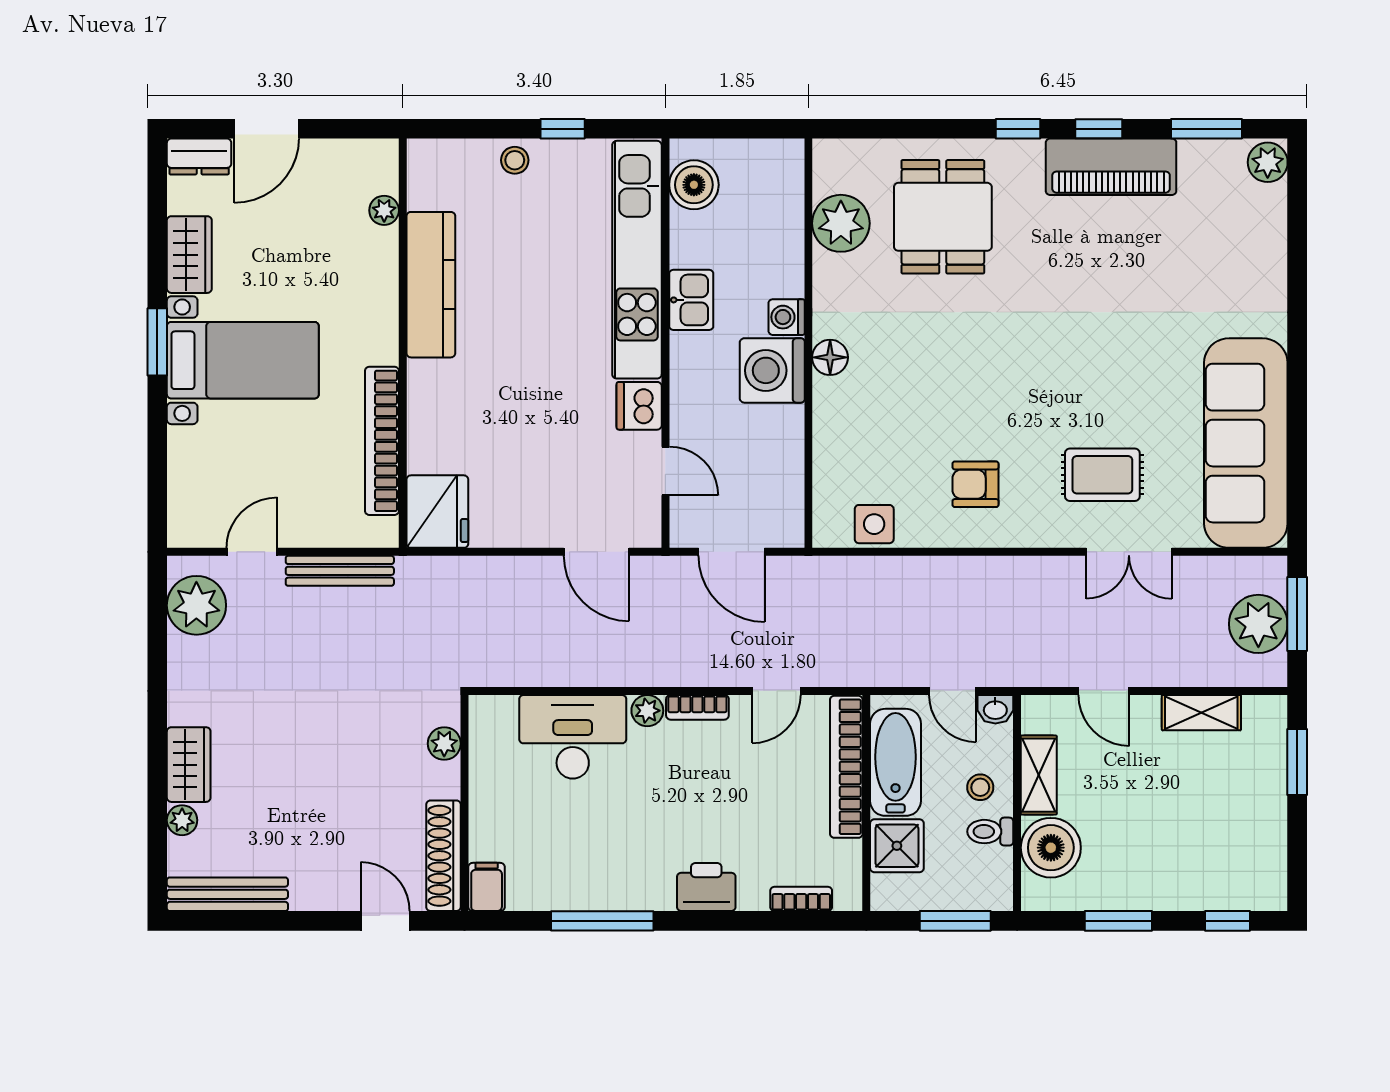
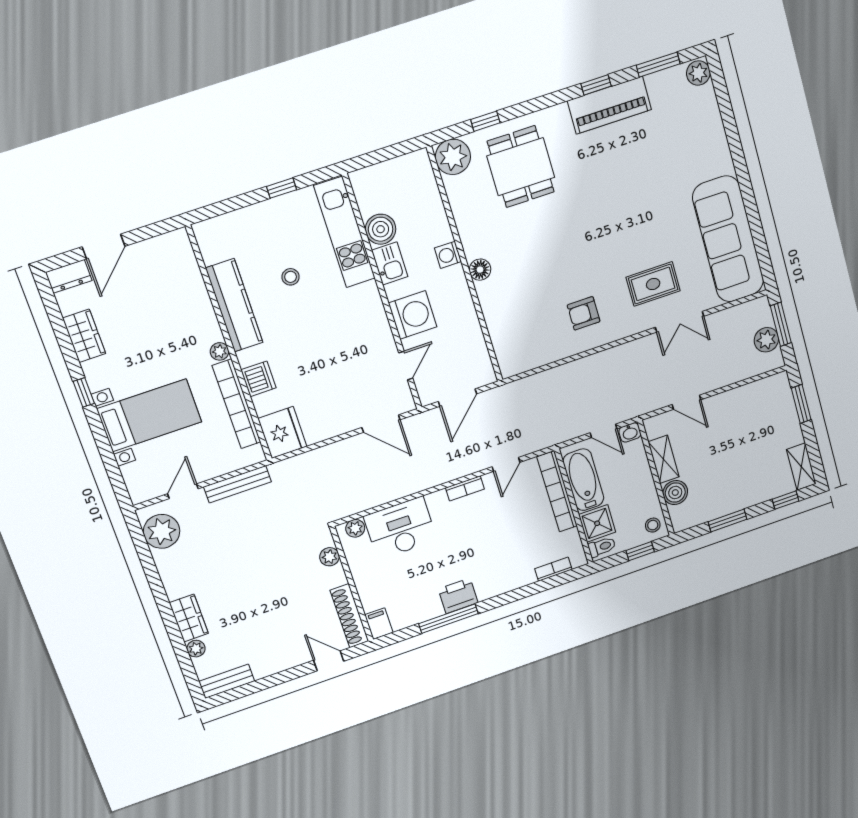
window: (1018, 129) -> (485, 121), moved
stool: (515, 160) -> (291, 277), moved
boiler: (694, 185) -> (381, 229), moved
plant: (384, 210) -> (220, 351), moved
plant: (841, 223) -> (453, 157), moved
kitchen unit: (637, 260) -> (345, 232), width x0.73
window: (157, 342) -> (84, 392), width x0.67
bed with nightstands: (243, 360) -> (149, 415), moved
washing machine: (772, 370) -> (413, 315), moved, turned 180
dishwasher: (639, 406) -> (258, 379), moved, turned 180
door: (665, 471) -> (406, 365), hinge flipped
side table: (874, 524) -> (533, 355), removed
door: (731, 552) -> (457, 398), hinge flipped
plant: (1258, 624) -> (766, 340), width x0.73, depth x0.73
plant: (647, 711) -> (355, 528), moved
shelving: (1201, 713) -> (801, 467), moved, turned 90
stool: (980, 787) -> (653, 525), moved
toilet: (990, 832) -> (602, 547), moved, turned 180
boiler: (1051, 848) -> (675, 493), width x0.73, depth x0.73
printer: (706, 887) -> (458, 596), moved
bench: (227, 894) -> (227, 681), width x0.73
window: (955, 921) -> (640, 551), width x0.67

